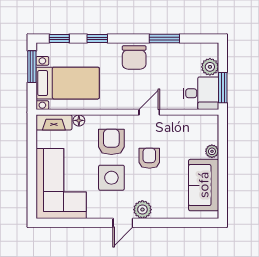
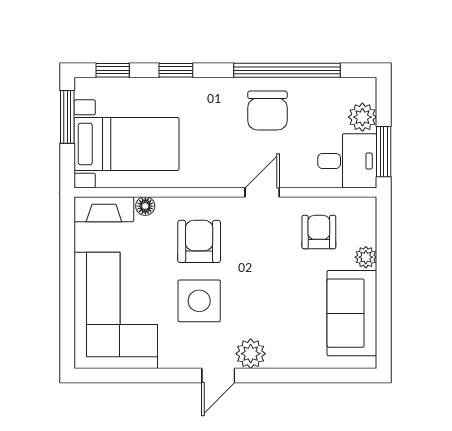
window: (164, 39) -> (287, 70), width x2.11
chair: (134, 57) -> (267, 110), moved
armchair: (149, 158) -> (319, 232), moved

